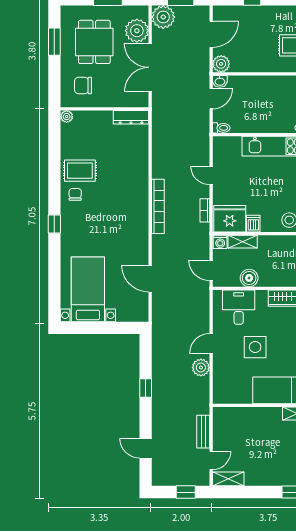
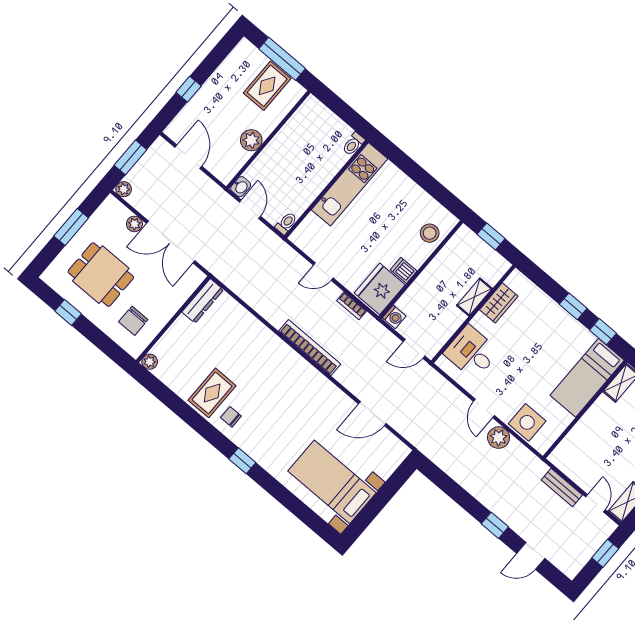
plant: (163, 17) -> (124, 189), width x0.53, depth x0.53
plant: (137, 31) -> (134, 224), width x0.53, depth x0.53
window: (54, 42) -> (68, 312), width x0.67
plant: (221, 64) -> (251, 140), moved
shelving: (243, 242) -> (474, 297), moved
boiler: (249, 278) -> (452, 319), removed
side table: (255, 347) -> (527, 422), moved
window: (146, 388) -> (495, 525), moved

